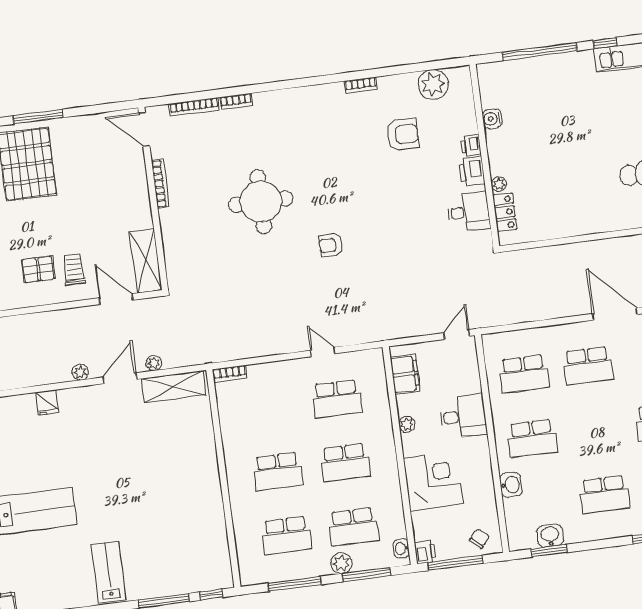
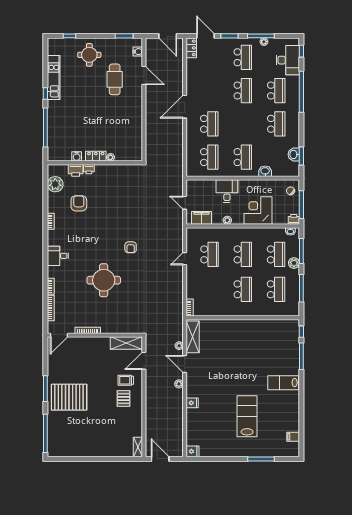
printer: (472, 172) -> (76, 170), moved
desk: (468, 212) -> (58, 256), moved, turned -90
locker: (505, 212) -> (96, 156), moved
door: (457, 335) -> (185, 203), moved

